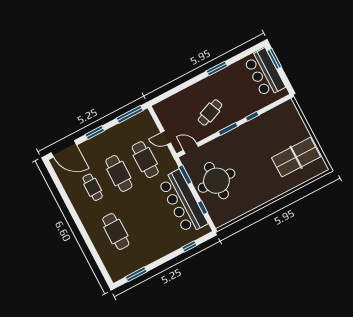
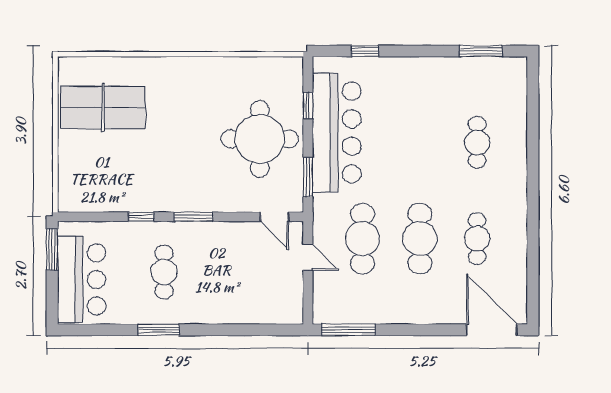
window: (274, 59) -> (52, 249), moved
cafe table: (210, 112) -> (164, 272), moved, turned -68
window: (95, 133) -> (425, 330), removed
cafe table: (116, 231) -> (477, 142), width x0.73, depth x0.74

